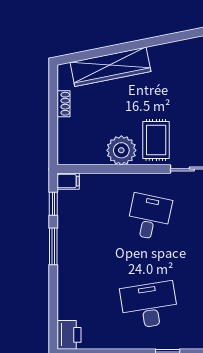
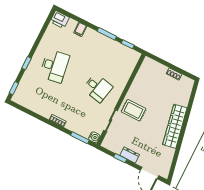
wardrobe: (110, 67) -> (175, 126), moved
plant: (121, 150) -> (137, 91), removed
filing cabinet: (68, 181) -> (80, 29), moved

